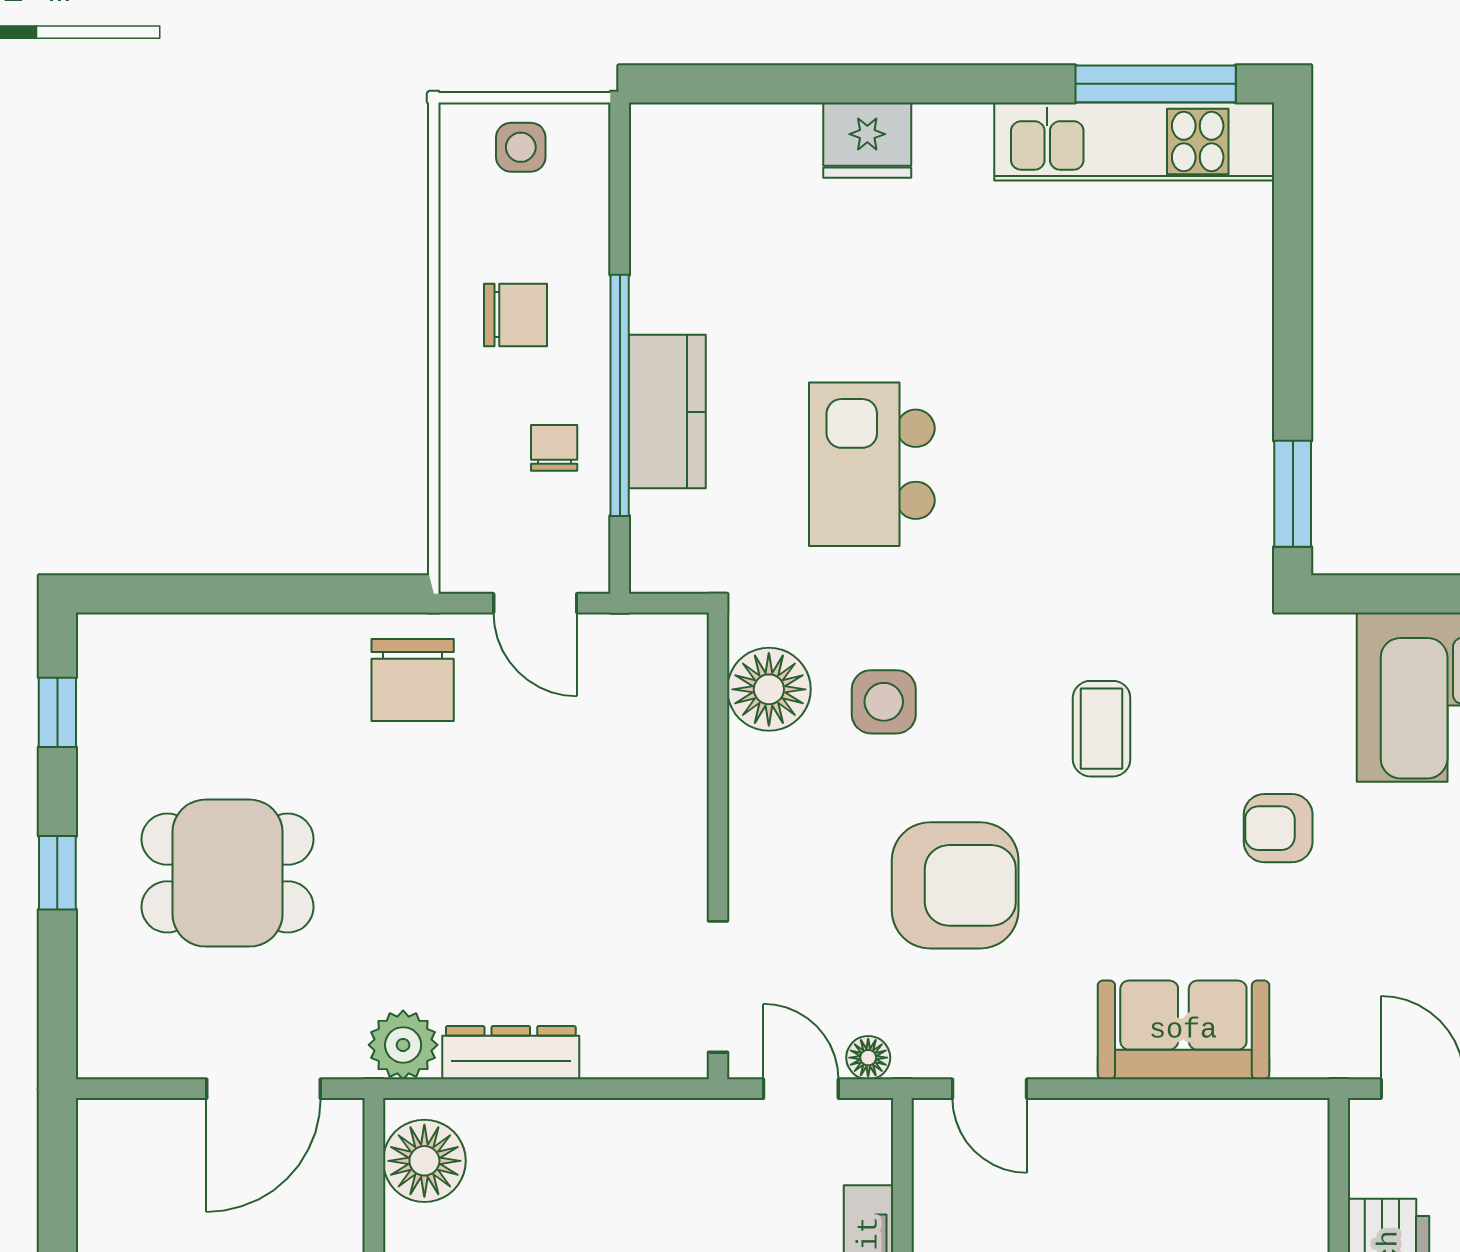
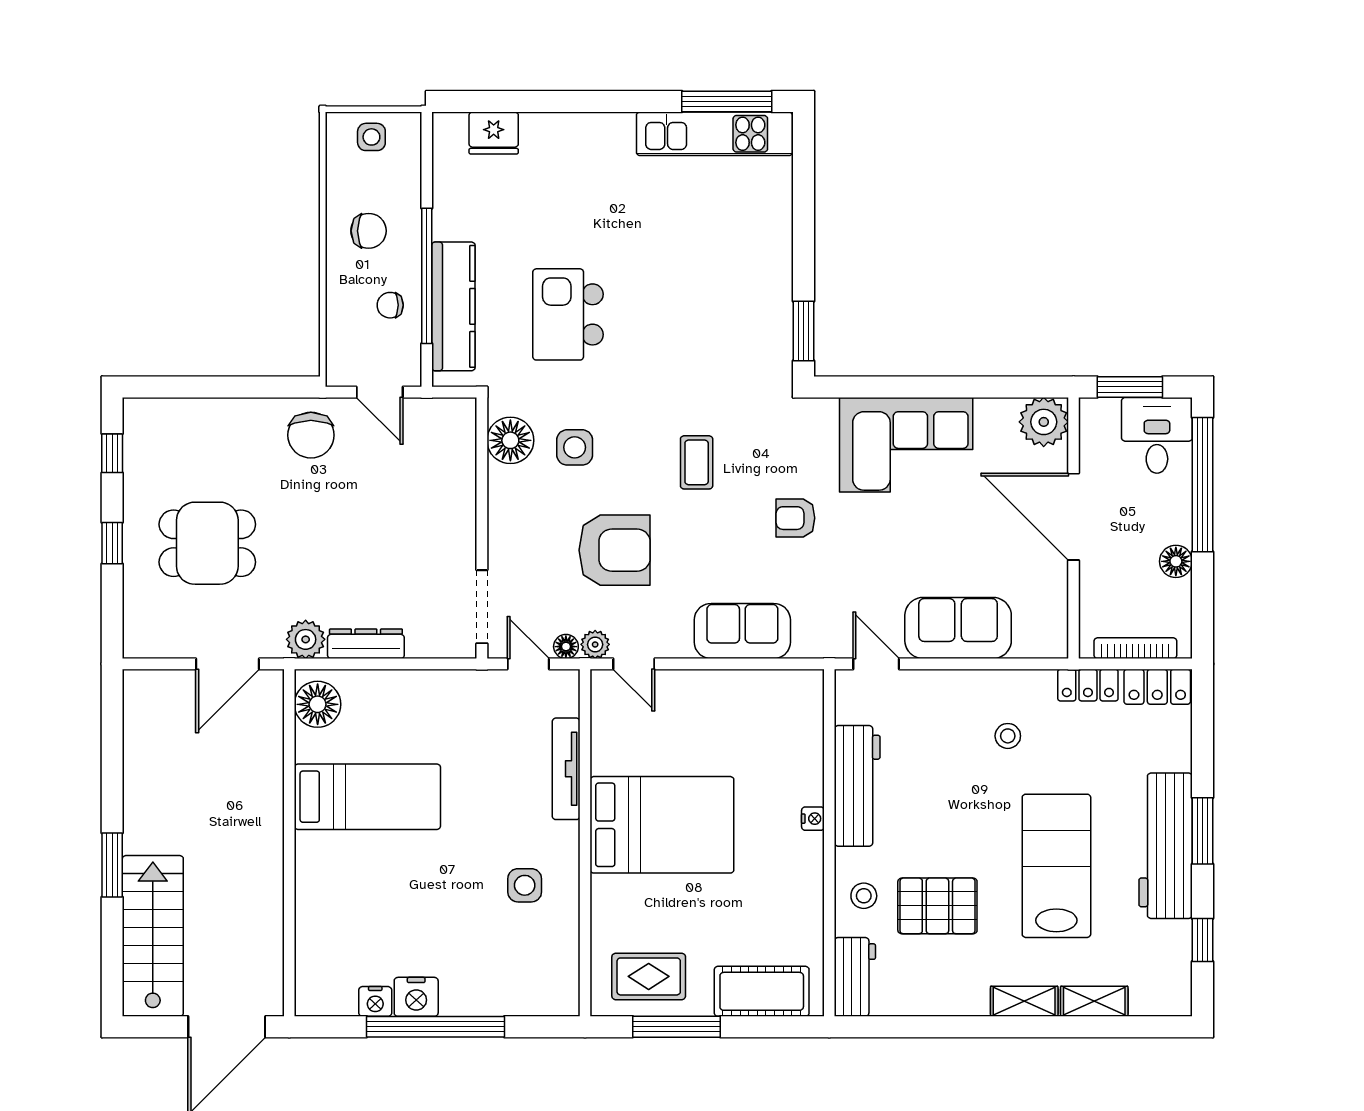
fridge: (867, 140) -> (494, 133), moved
kitchen counter: (667, 412) -> (453, 306), width x1.50
chair: (554, 448) -> (390, 305), turned -90
plant: (920, 1054) -> (595, 644), added

